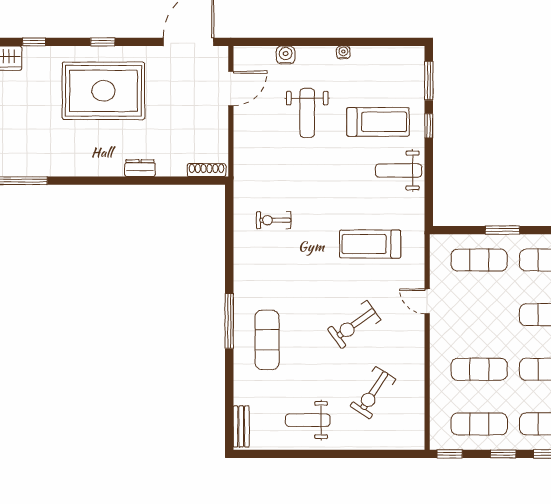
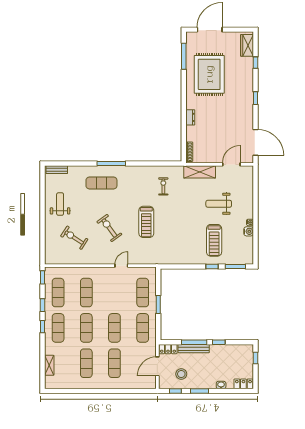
water cooler: (286, 55) -> (249, 231), moved
door: (231, 88) -> (231, 164), swing flipped
rug: (103, 91) -> (209, 74), moved
shelving: (245, 150) -> (200, 172), added
weight bench: (399, 171) -> (189, 251), removed
treadmill: (370, 244) -> (146, 222), moved, turned 180

